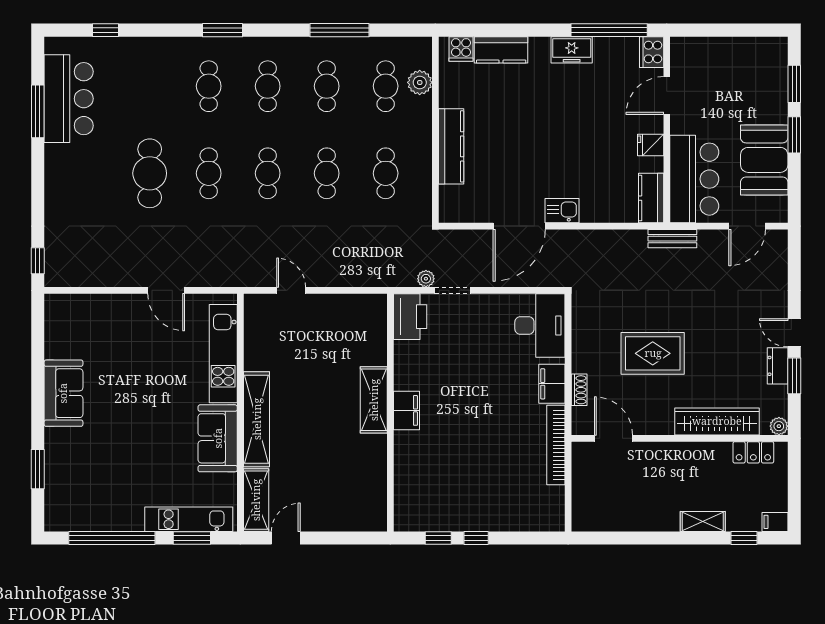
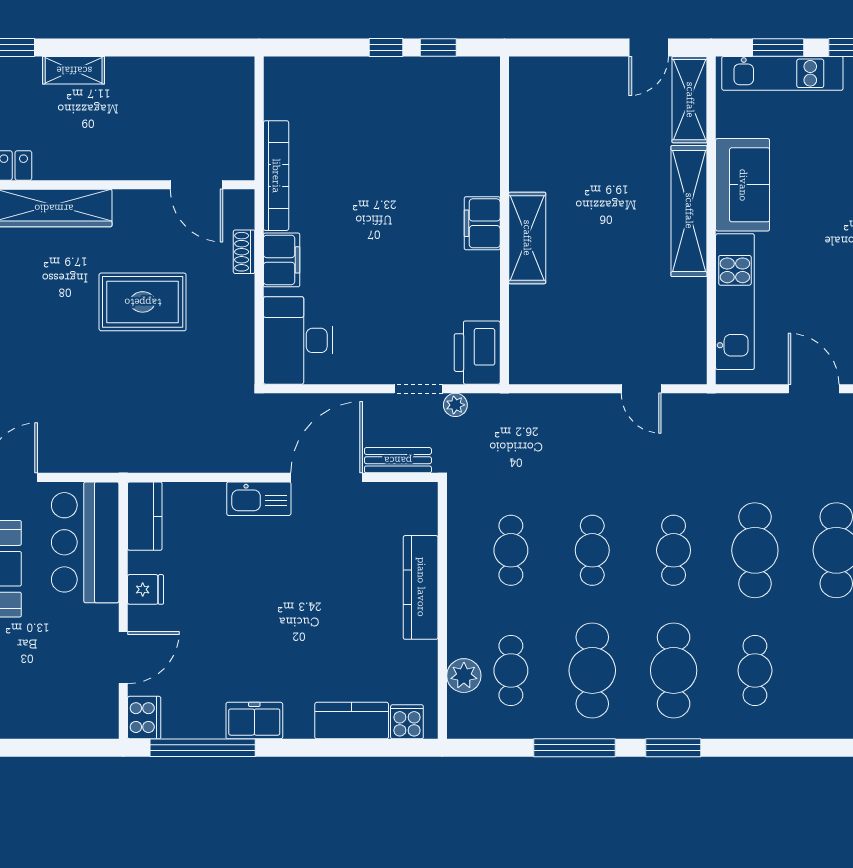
window: (223, 30) -> (673, 748), moved
cafe table: (268, 86) -> (674, 670), width x1.37, depth x1.35
cafe table: (327, 86) -> (592, 670), width x1.37, depth x1.35
cafe table: (209, 173) -> (755, 550), width x1.37, depth x1.35
kitchen sink: (562, 211) -> (259, 499), width x1.38
bench: (672, 239) -> (398, 460), moved

